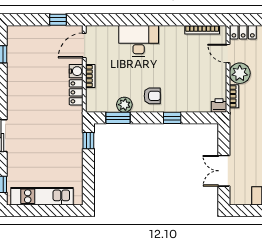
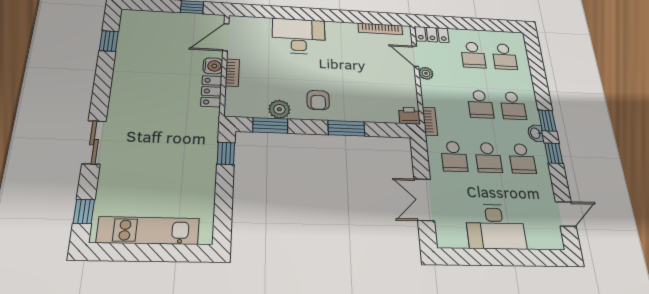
plant: (240, 73) -> (426, 73), width x0.53, depth x0.53
armchair: (152, 96) -> (318, 100), turned 90
bookcase: (234, 96) -> (430, 121), moved
window: (172, 118) -> (346, 128), width x1.50
school desk: (249, 137) -> (454, 156), added

